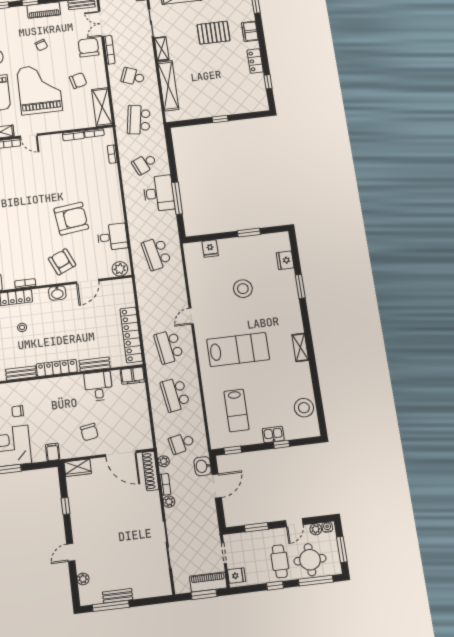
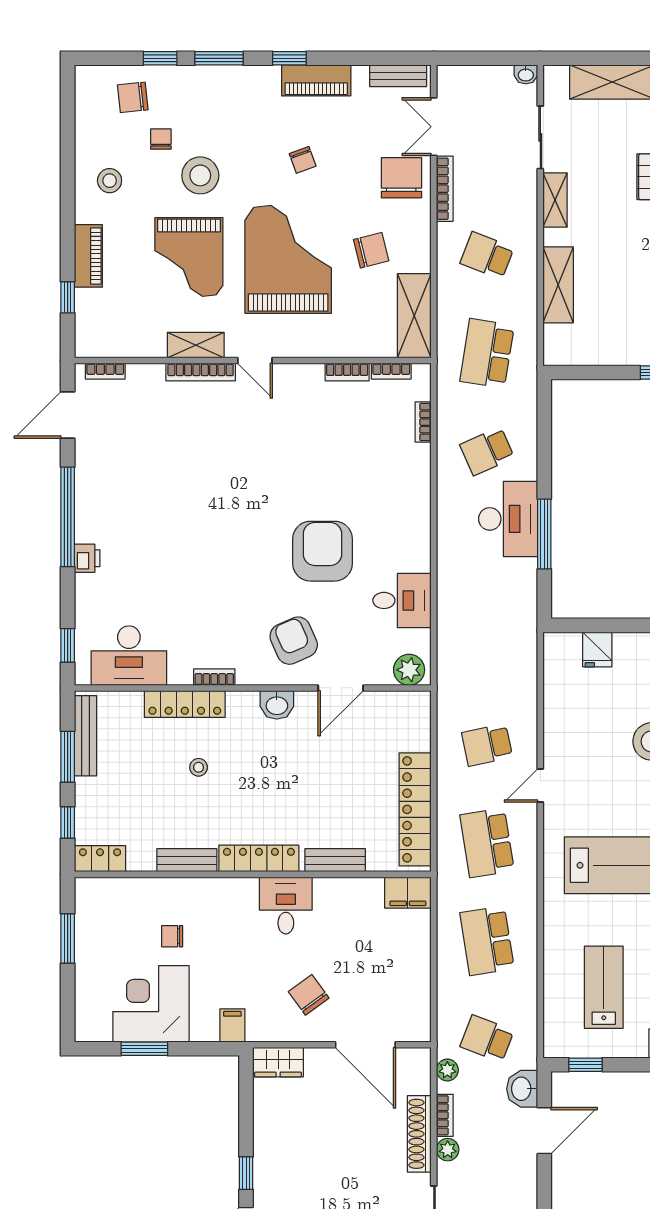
shelving: (168, 86) -> (558, 285), width x0.68
armchair: (71, 219) -> (323, 551), turned -83
school desk: (156, 254) -> (487, 745), moved, width x0.54
desk: (98, 386) -> (286, 905), moved
lab bench: (236, 410) -> (604, 987), turned 180
chair: (89, 432) -> (309, 995), turned 153
school desk: (182, 443) -> (487, 1039), turned 33
shoe rack: (150, 471) -> (419, 1134), moved
window: (66, 506) -> (246, 1173), moved

